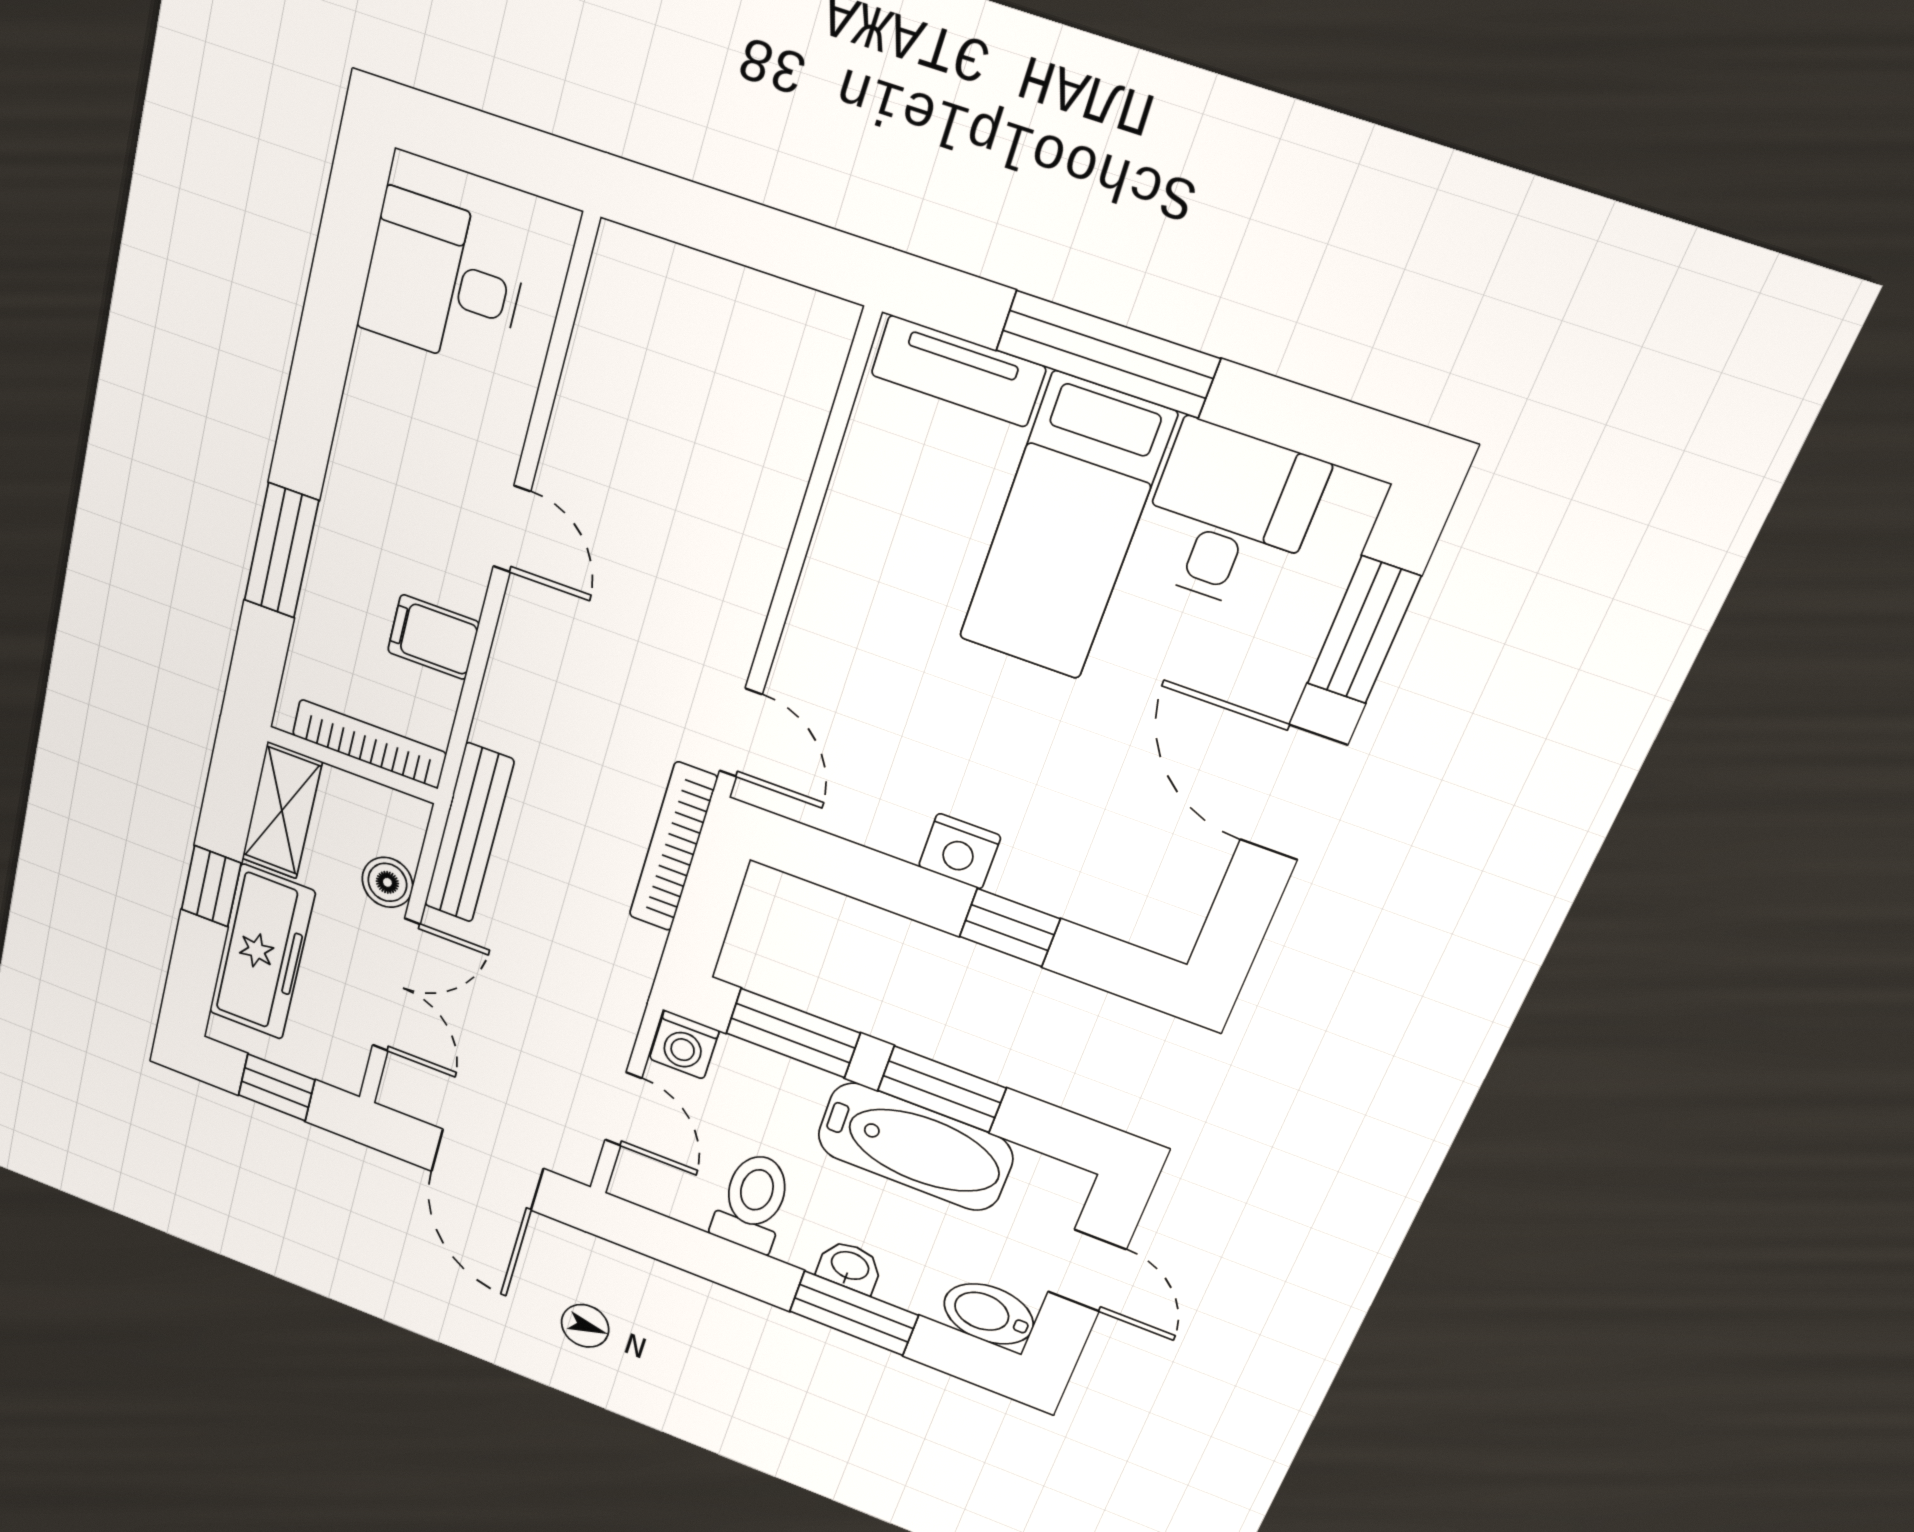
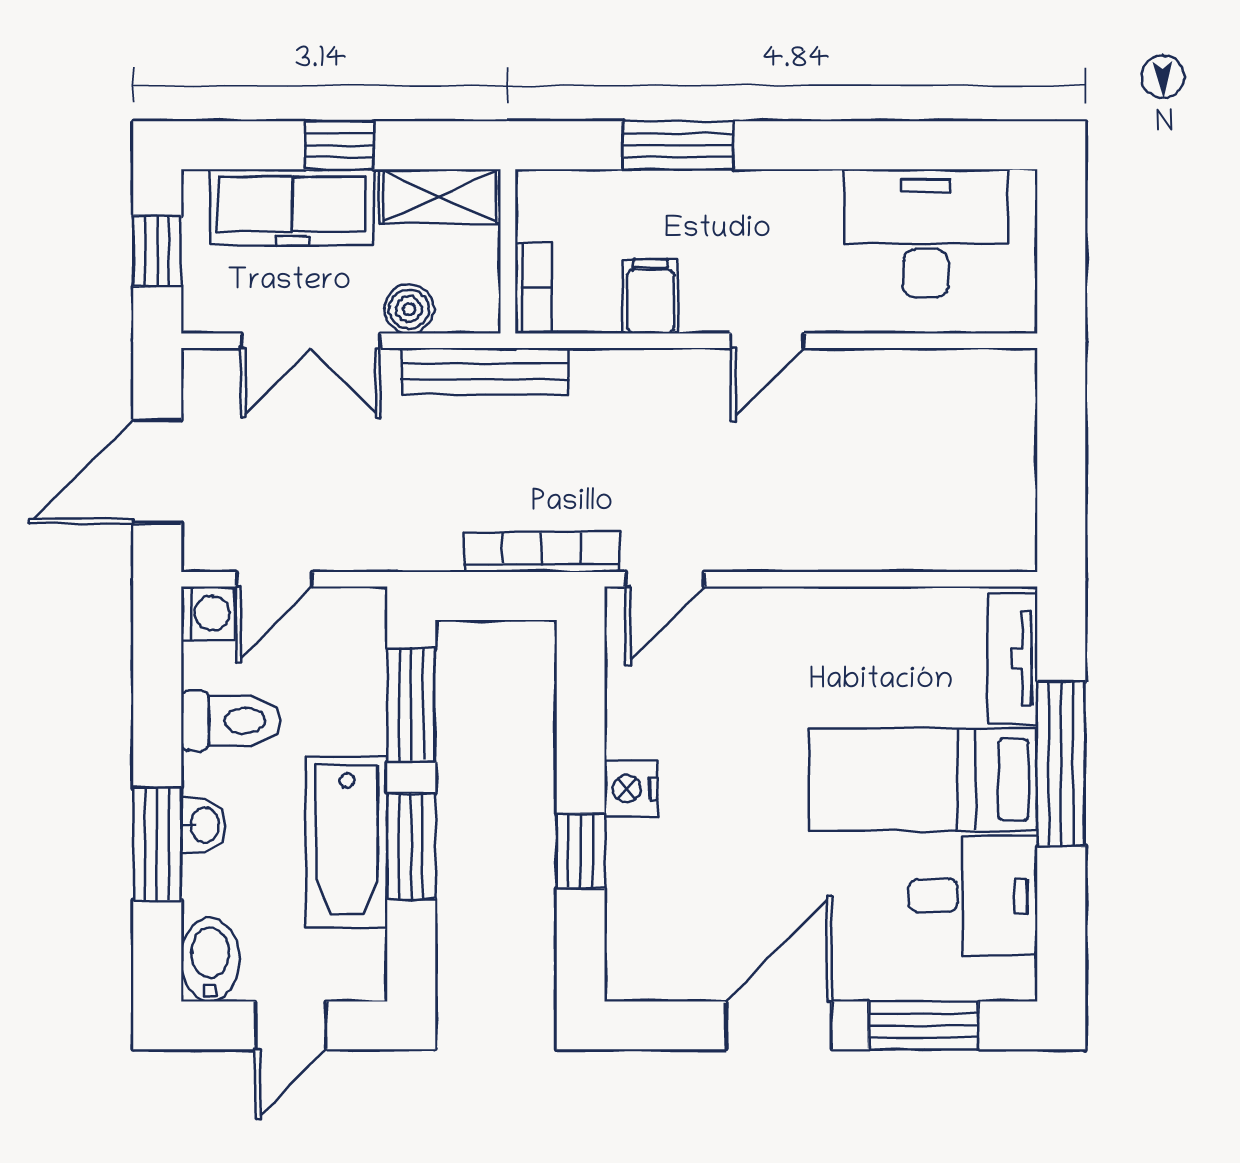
desk: (443, 280) -> (926, 233), width x1.37
bookcase: (369, 744) -> (533, 288), width x0.64
washing machine: (684, 1045) -> (208, 613), moved, turned 180

